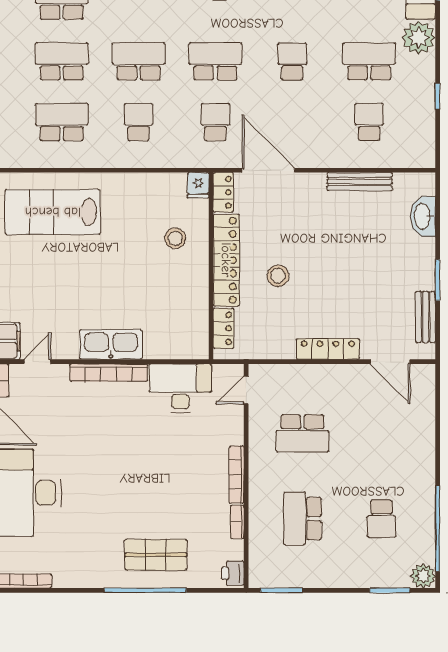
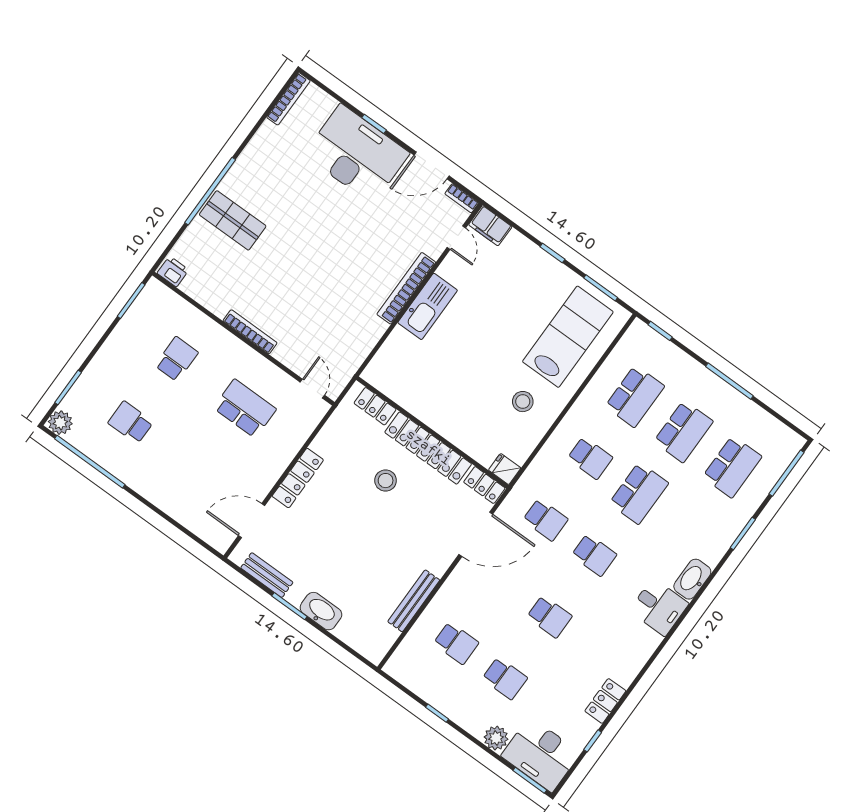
plant: (419, 38) -> (496, 738), width x0.73, depth x0.73
school desk: (215, 61) -> (594, 555), width x0.54
school desk: (369, 61) -> (505, 678), width x0.54
washbasin: (423, 216) -> (321, 611), moved
stool: (175, 238) -> (523, 402), moved
desk: (180, 388) -> (352, 337), removed
school desk: (302, 433) -> (245, 409), turned 90
school desk: (302, 519) -> (176, 359), width x0.54
bookcase: (237, 522) -> (212, 305), removed
shop shelf: (156, 555) -> (233, 220), turned 90

